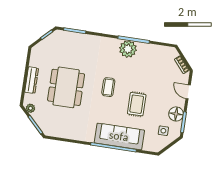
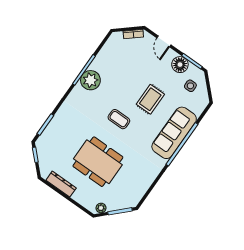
dresser: (32, 80) -> (61, 184), moved
door: (188, 92) -> (164, 41), hinge flipped
rug: (137, 104) -> (150, 99), turned 90

